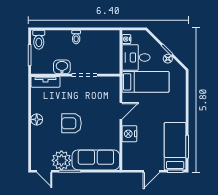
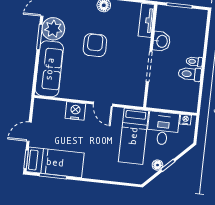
toilet: (39, 40) -> (190, 74), moved
door: (151, 171) -> (29, 132), hinge flipped

